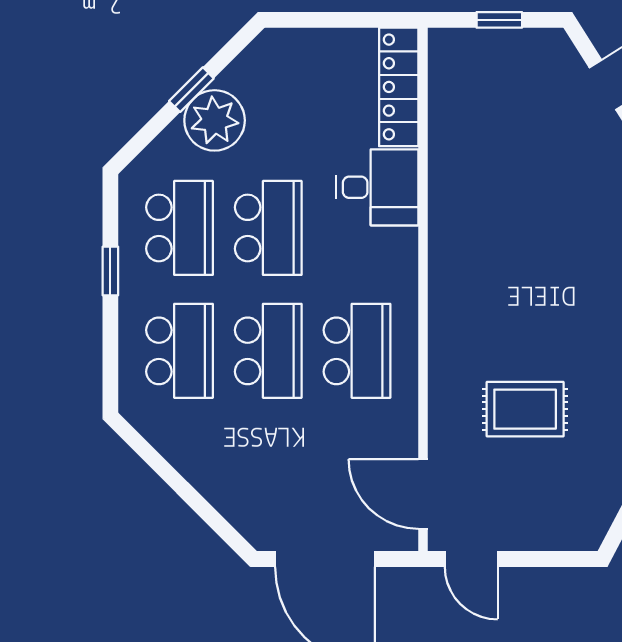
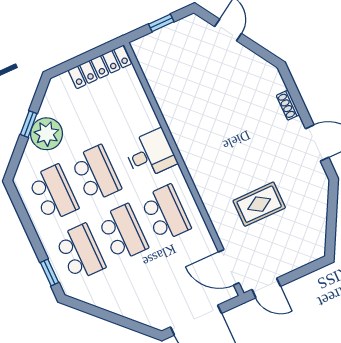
locker: (399, 87) -> (100, 67), moved, turned -90
desk: (377, 187) -> (150, 154), moved
window: (110, 271) -> (49, 272), moved

